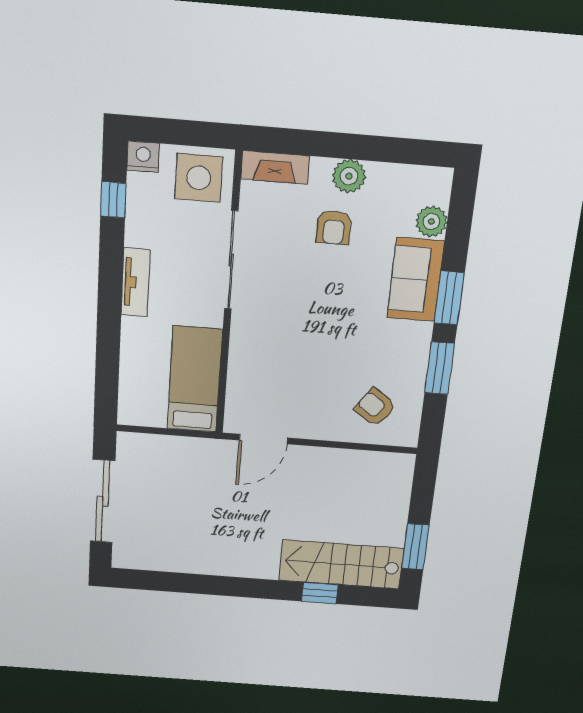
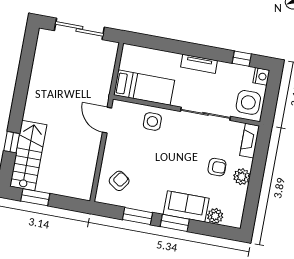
armchair: (334, 227) -> (217, 167), turned 180
side table: (257, 358) -> (152, 121), added

